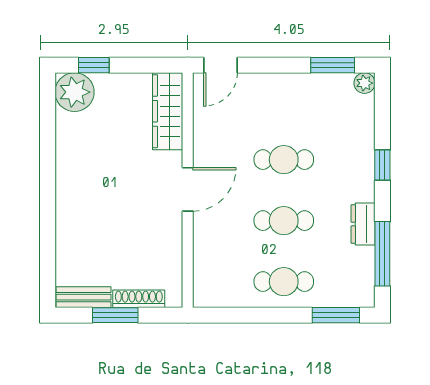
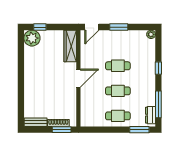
window: (333, 65) -> (119, 27), moved
dresser: (363, 224) -> (150, 115), moved
window: (115, 315) -> (62, 130), moved

